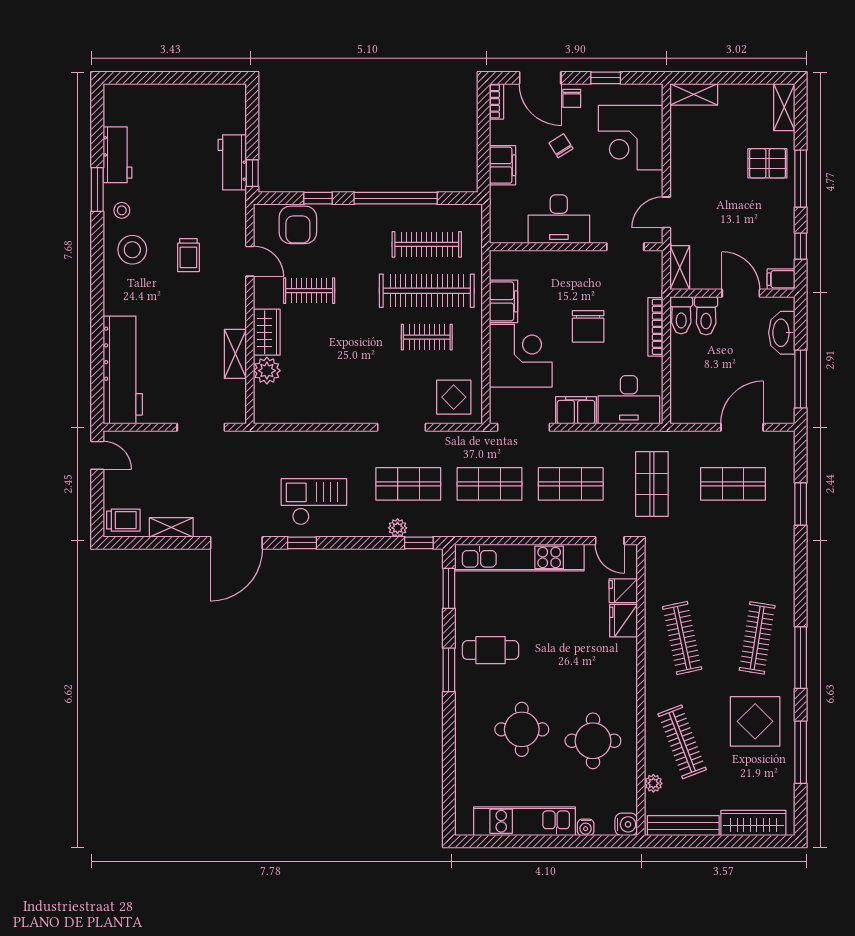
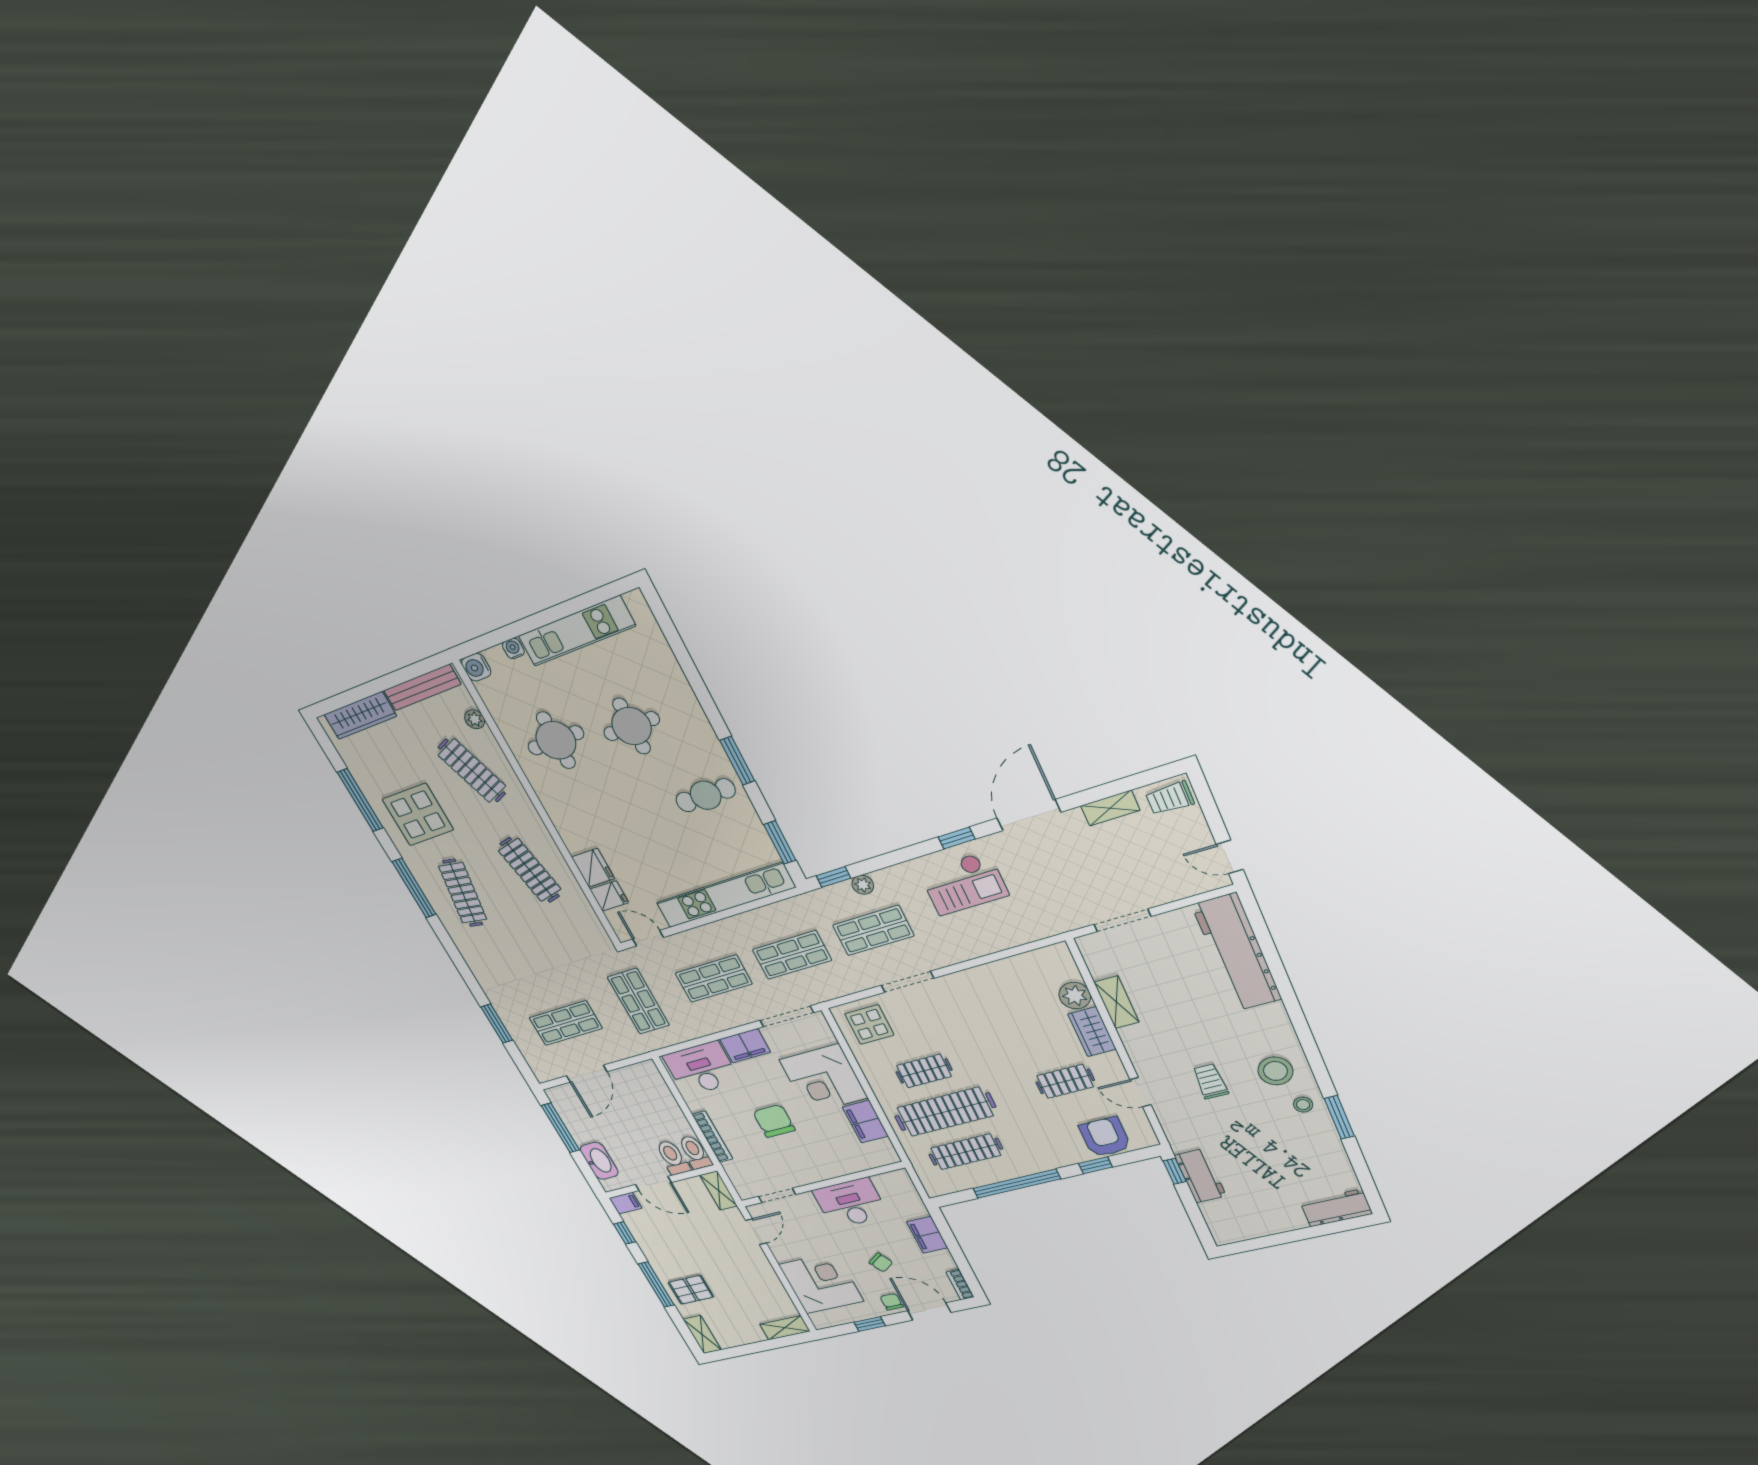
workbench: (117, 155) -> (1336, 1208), moved, turned 90

